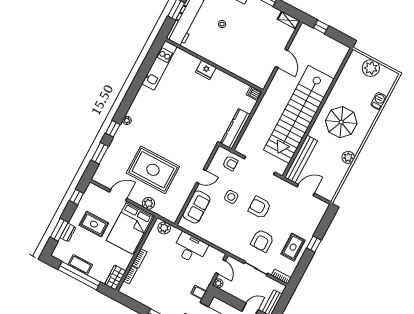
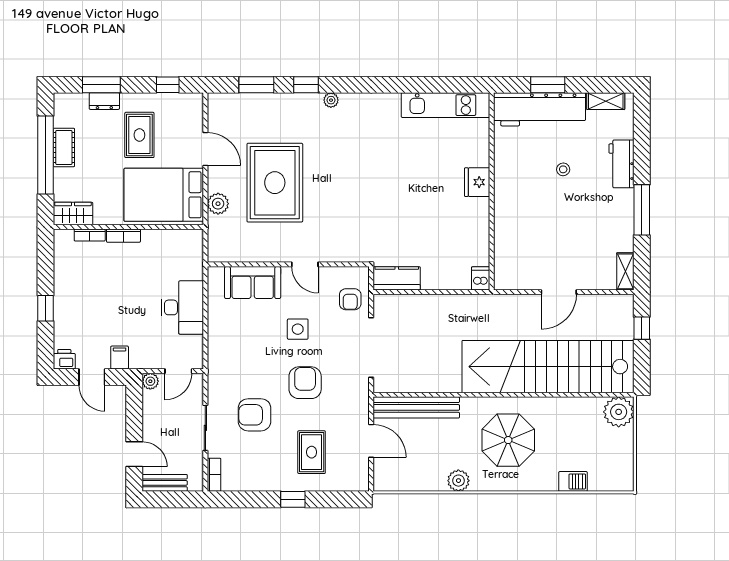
plant: (371, 68) -> (619, 412), moved
stairs: (299, 114) -> (548, 367), moved
kitchen counter: (235, 129) -> (397, 278), width x0.67
plant: (164, 228) -> (192, 249), removed
rug: (293, 247) -> (312, 452), moved, turned 90

